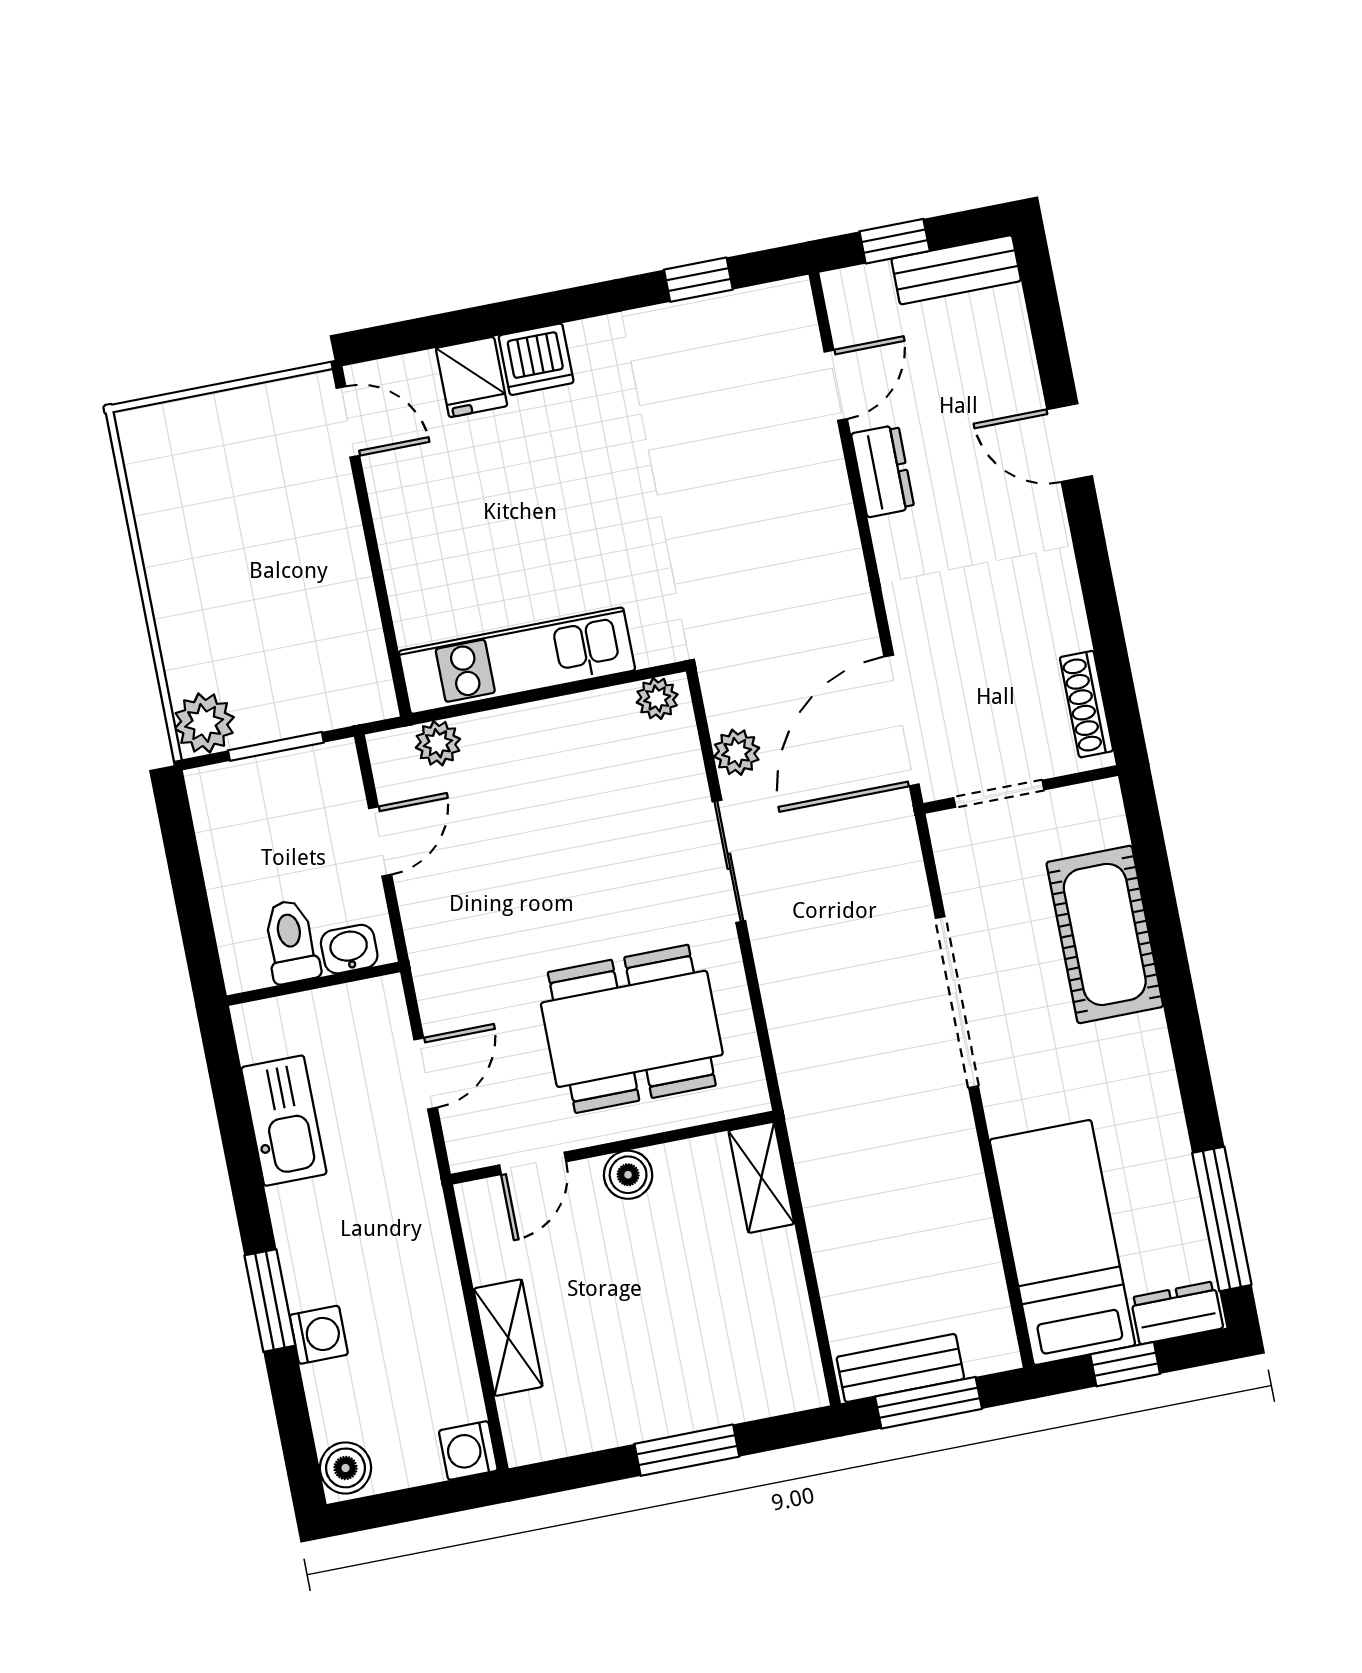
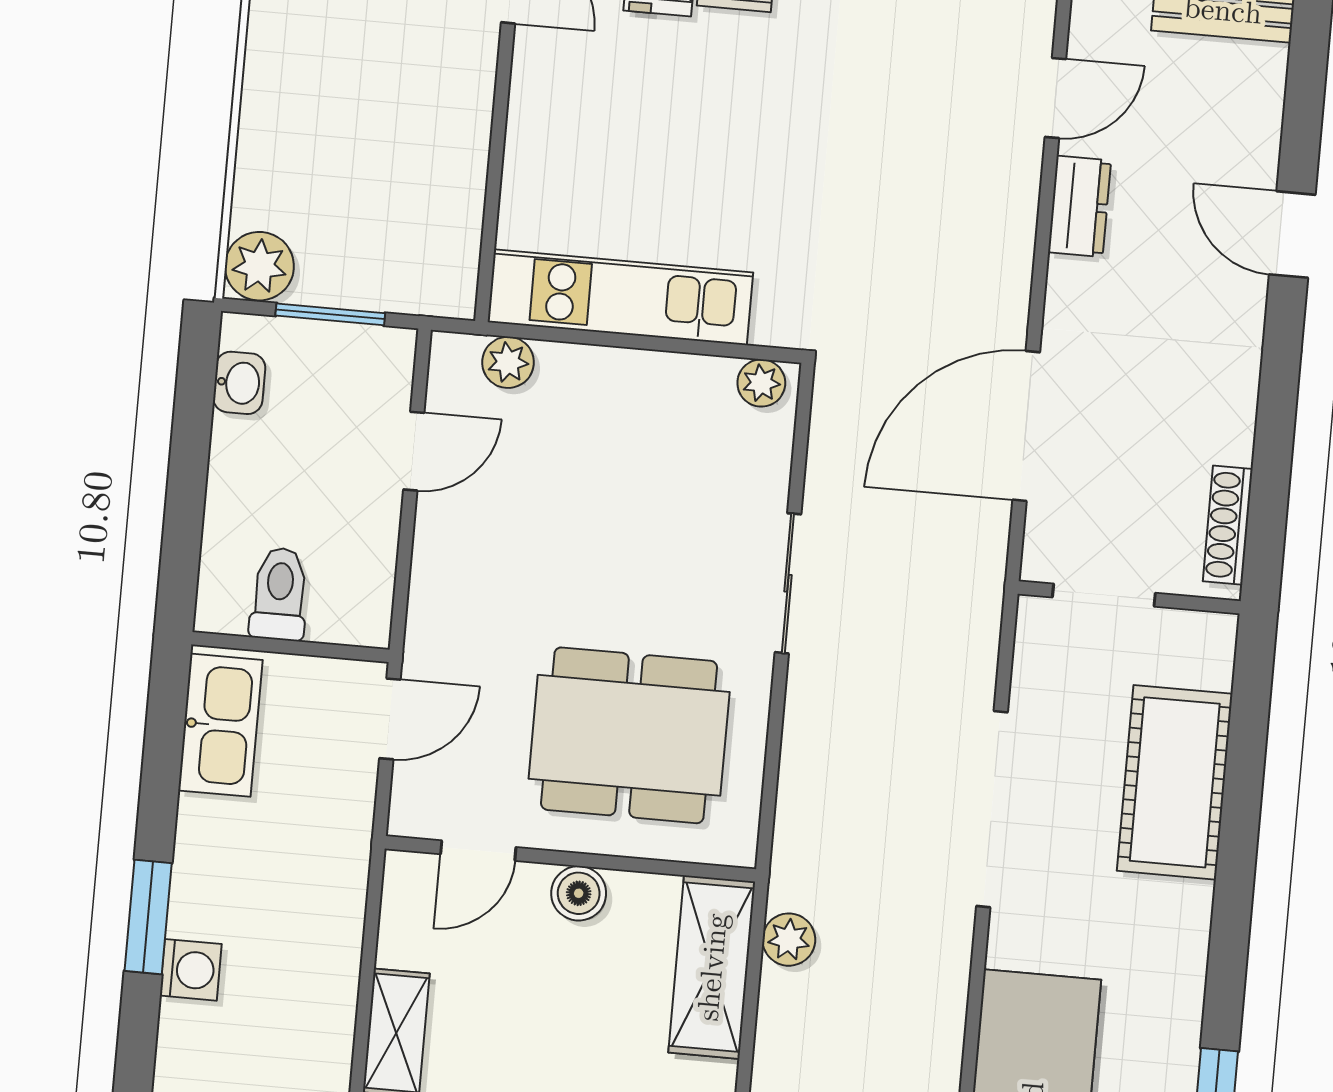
door: (902, 720) -> (1026, 426), moved
plant: (737, 752) -> (789, 940), moved
toilet: (291, 942) -> (279, 594), moved
washbasin: (349, 949) -> (239, 383), moved, turned 90
wall: (313, 984) -> (290, 647), moved
shelving: (761, 1177) -> (712, 967), width x1.50, depth x1.33

